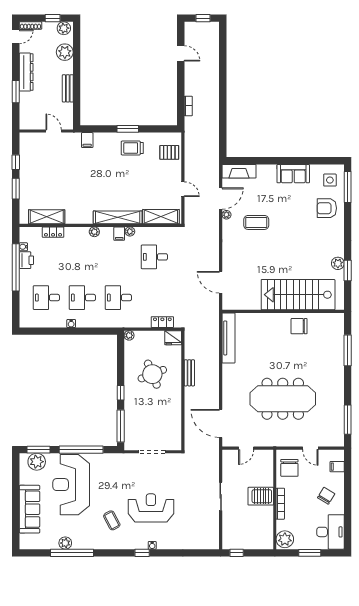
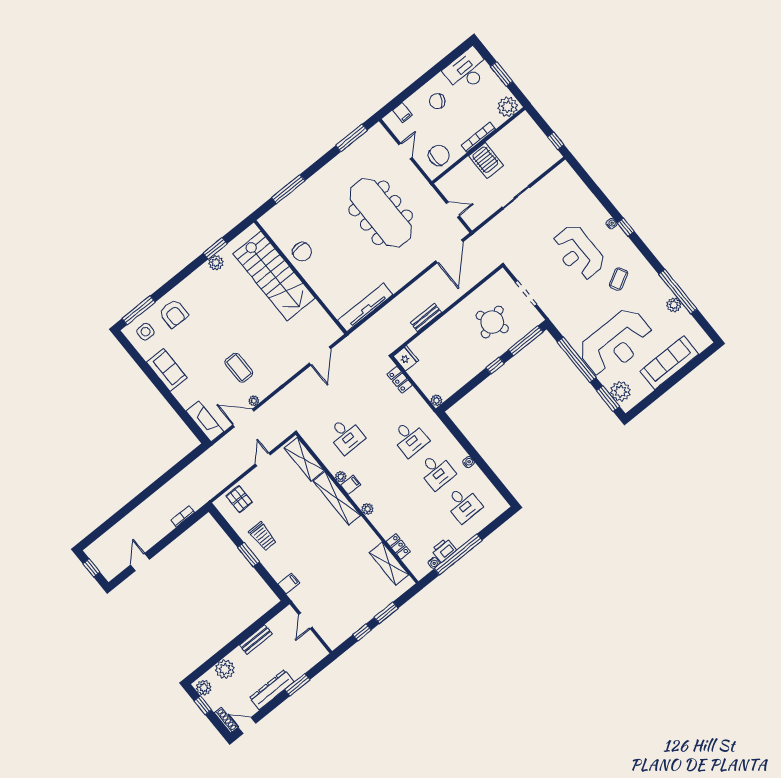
round table: (152, 374) -> (492, 322), moved

